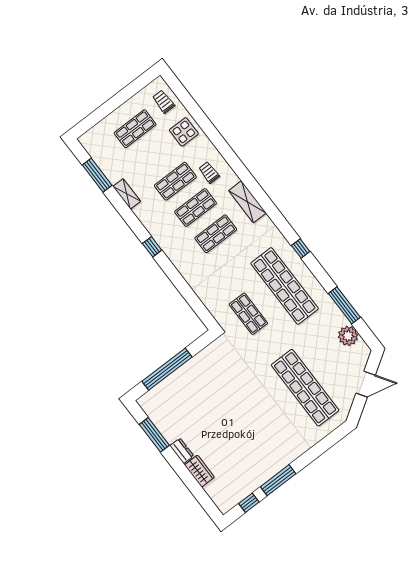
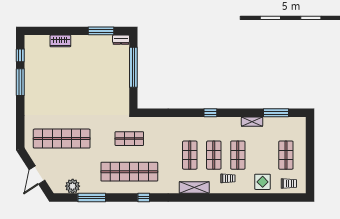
dresser: (182, 451) -> (121, 40), moved

